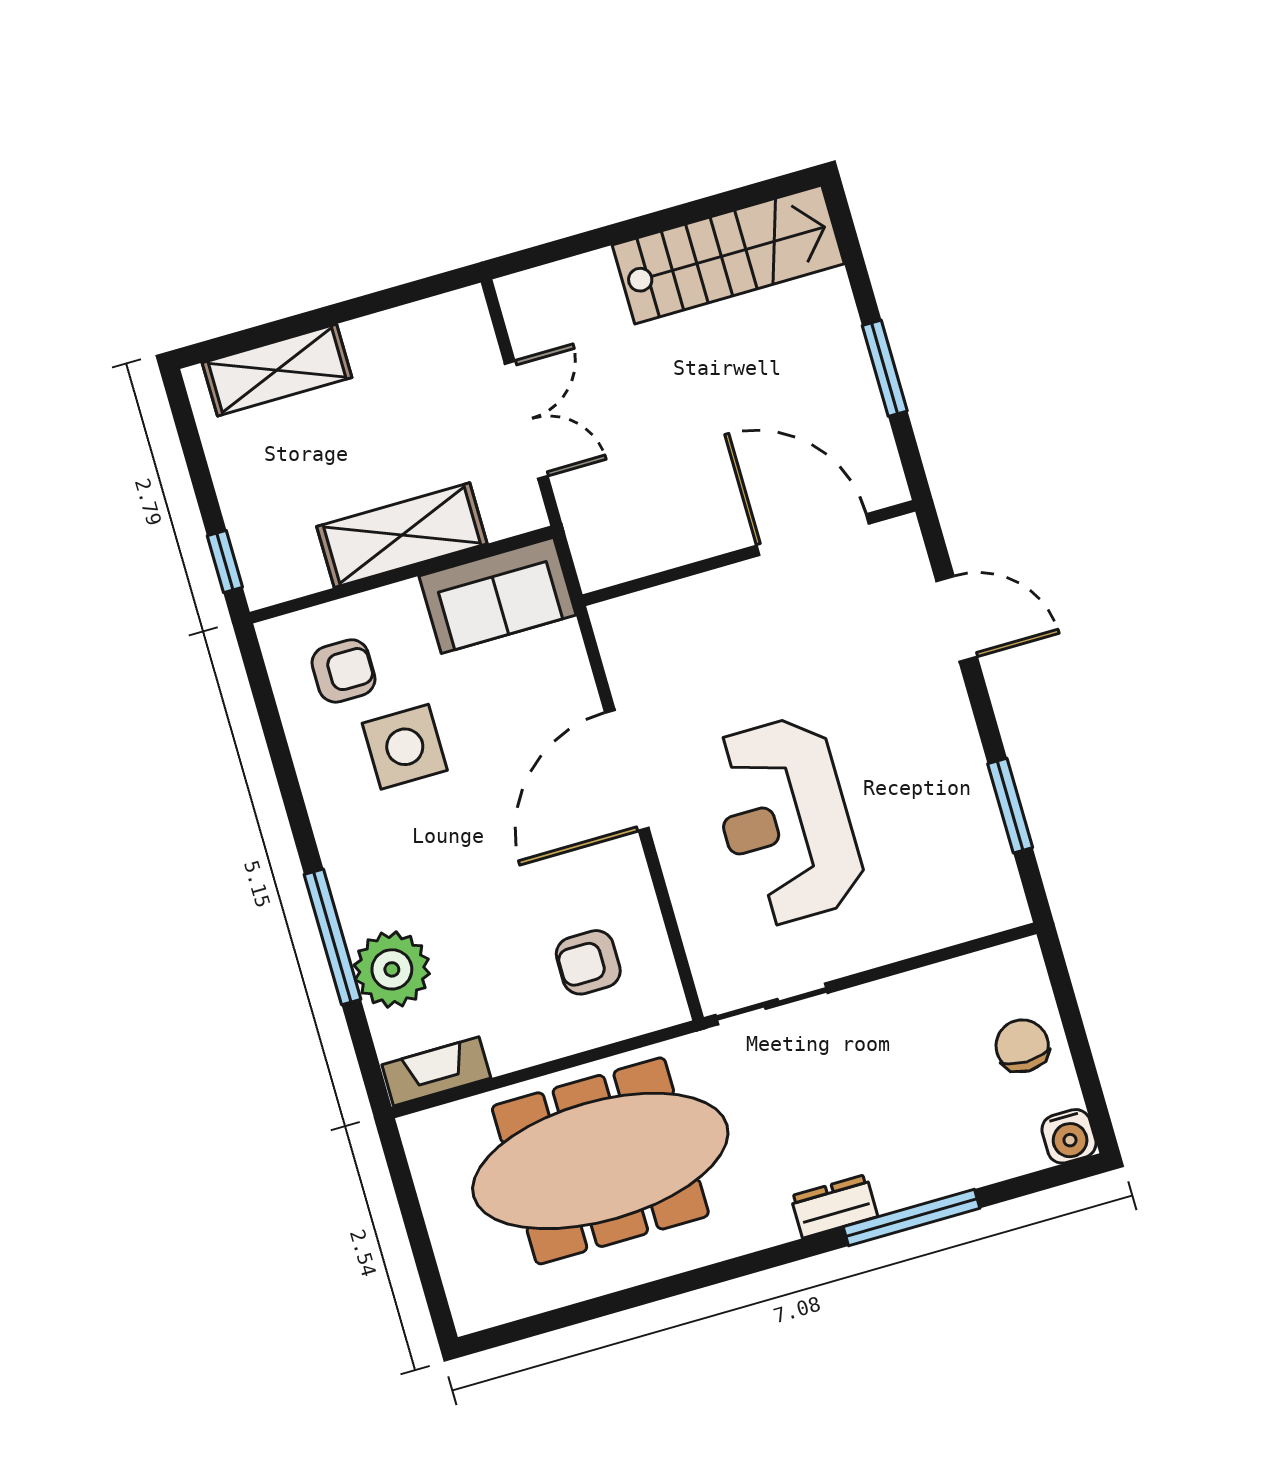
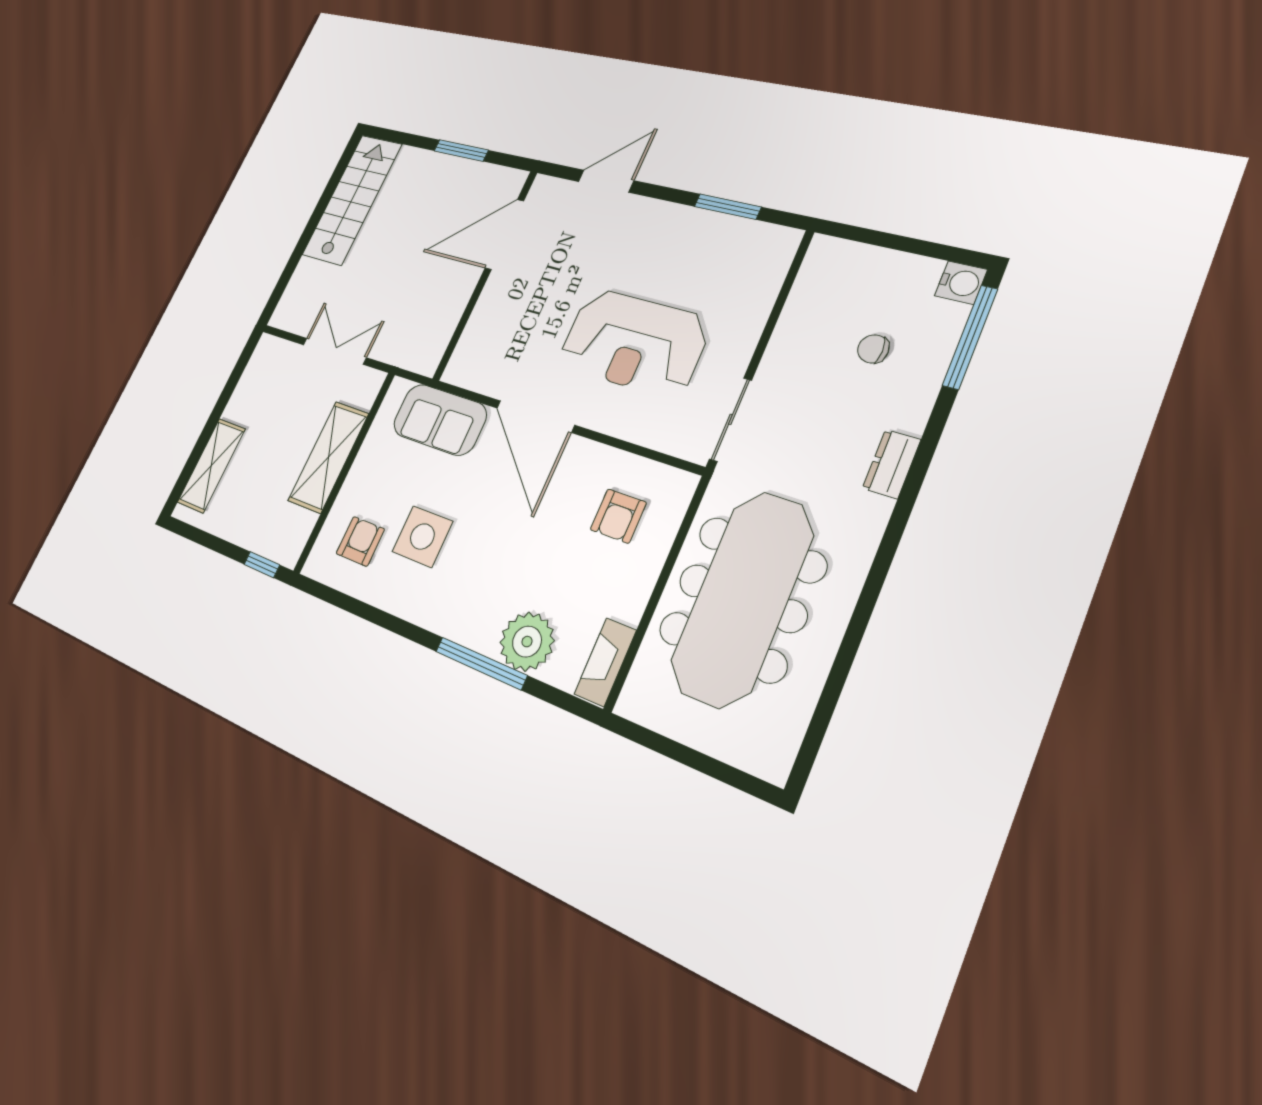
sofa: (497, 595) -> (440, 420), moved, turned 90
chair: (1022, 1046) -> (873, 349), moved, width x0.73, depth x0.73
window: (911, 1217) -> (970, 337), moved

